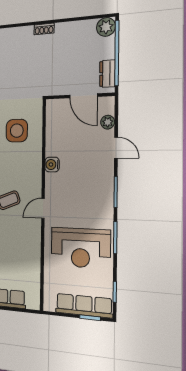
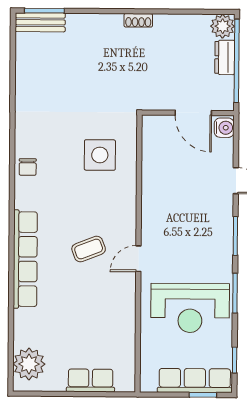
dresser: (107, 74) -> (225, 57), moved
plant: (108, 122) -> (225, 148), removed
water cooler: (52, 165) -> (224, 128), moved, turned 180

